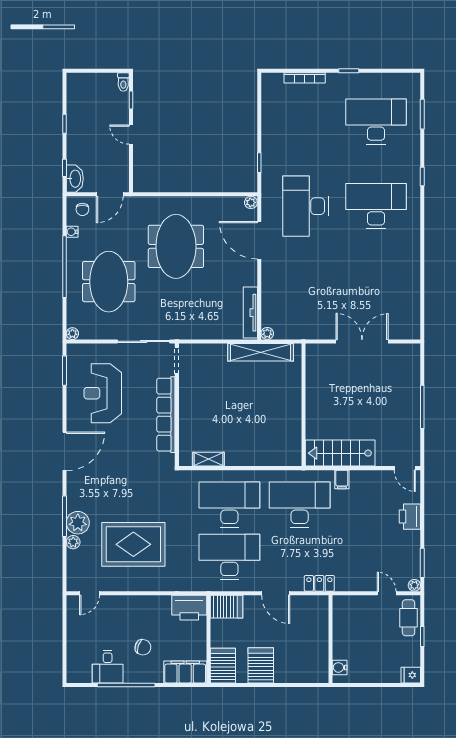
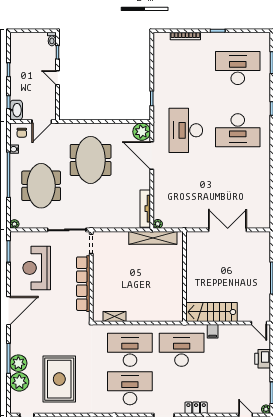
plant: (251, 202) -> (142, 132), width x1.88, depth x1.88
desk: (376, 206) -> (238, 130), turned 180
plant: (73, 542) -> (19, 382), width x1.88, depth x1.88
rug: (133, 544) -> (59, 379), turned 90

